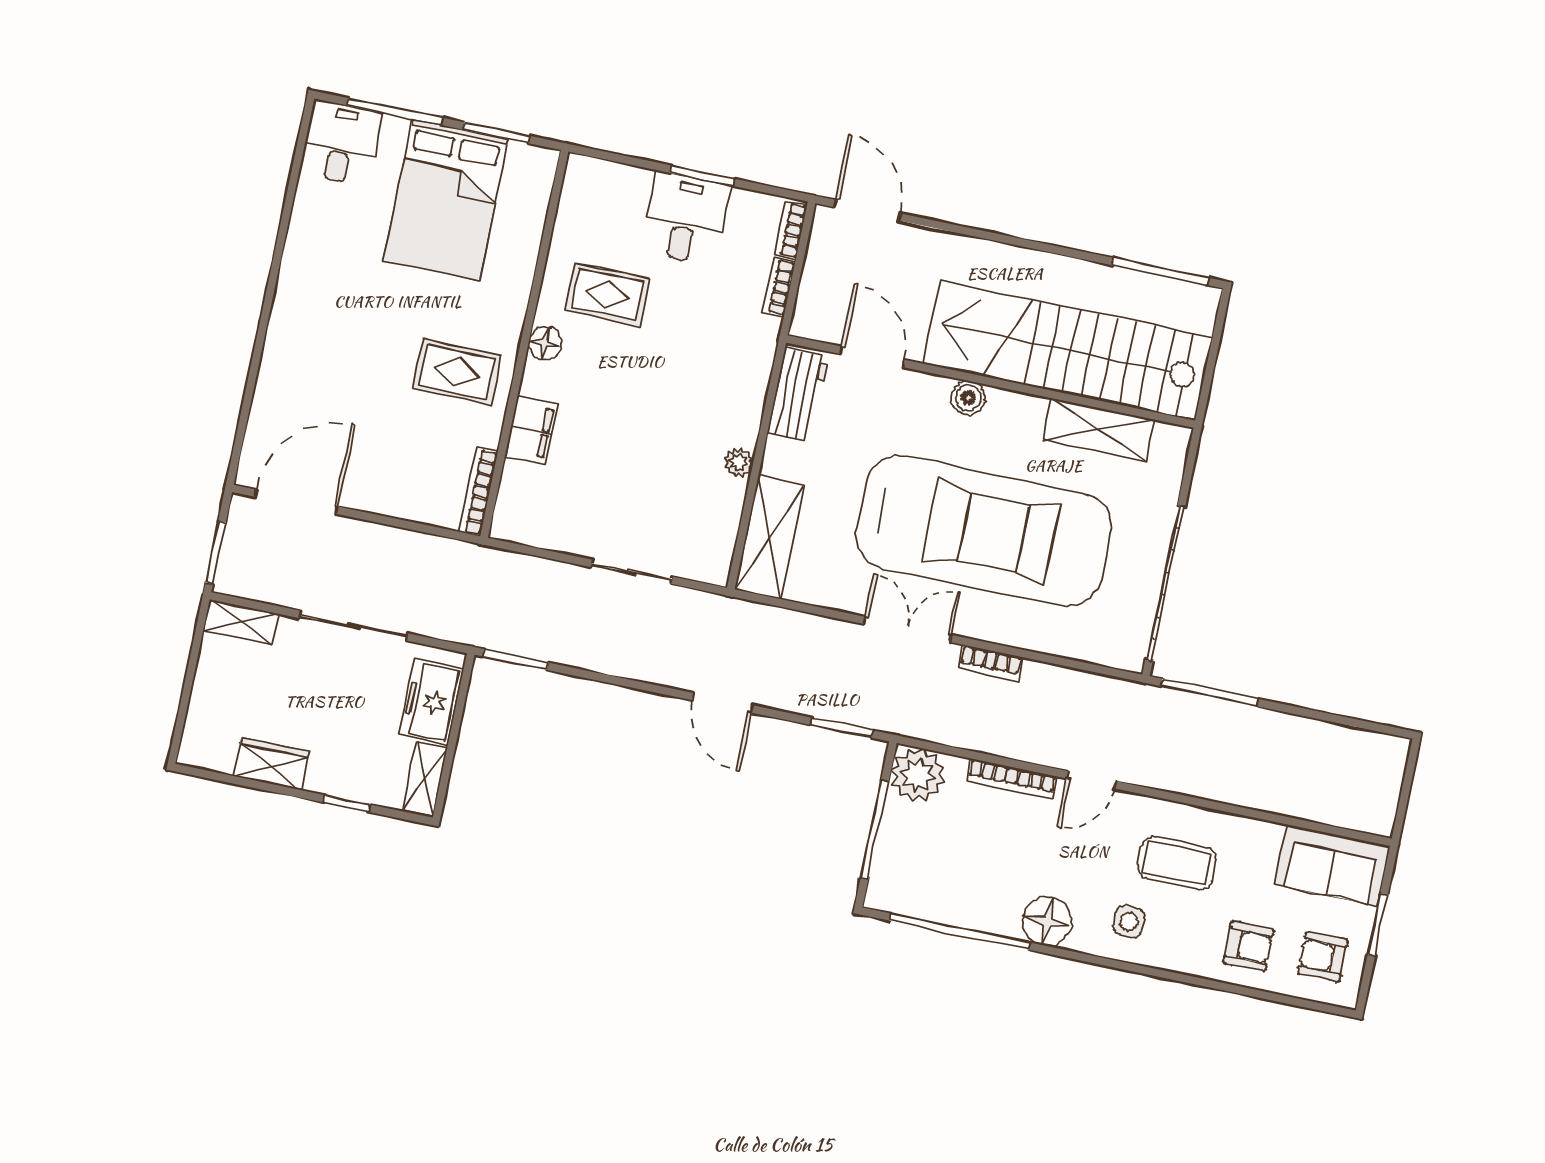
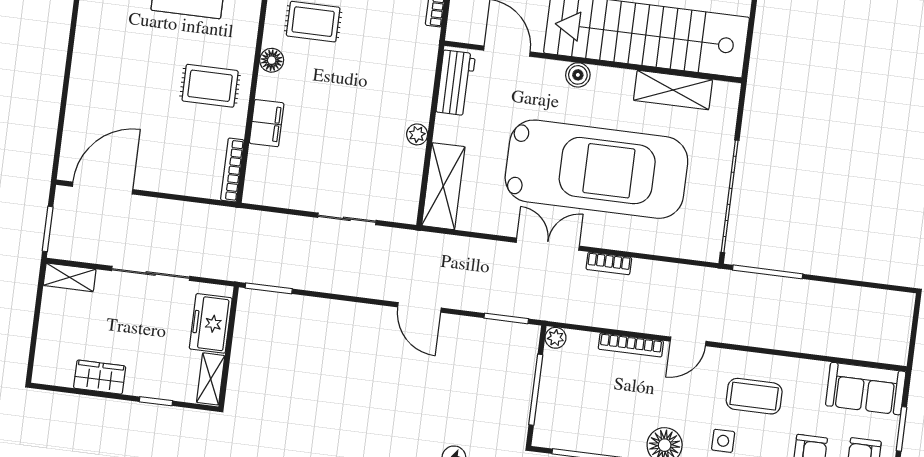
plant: (918, 775) -> (555, 338), width x0.53, depth x0.53

